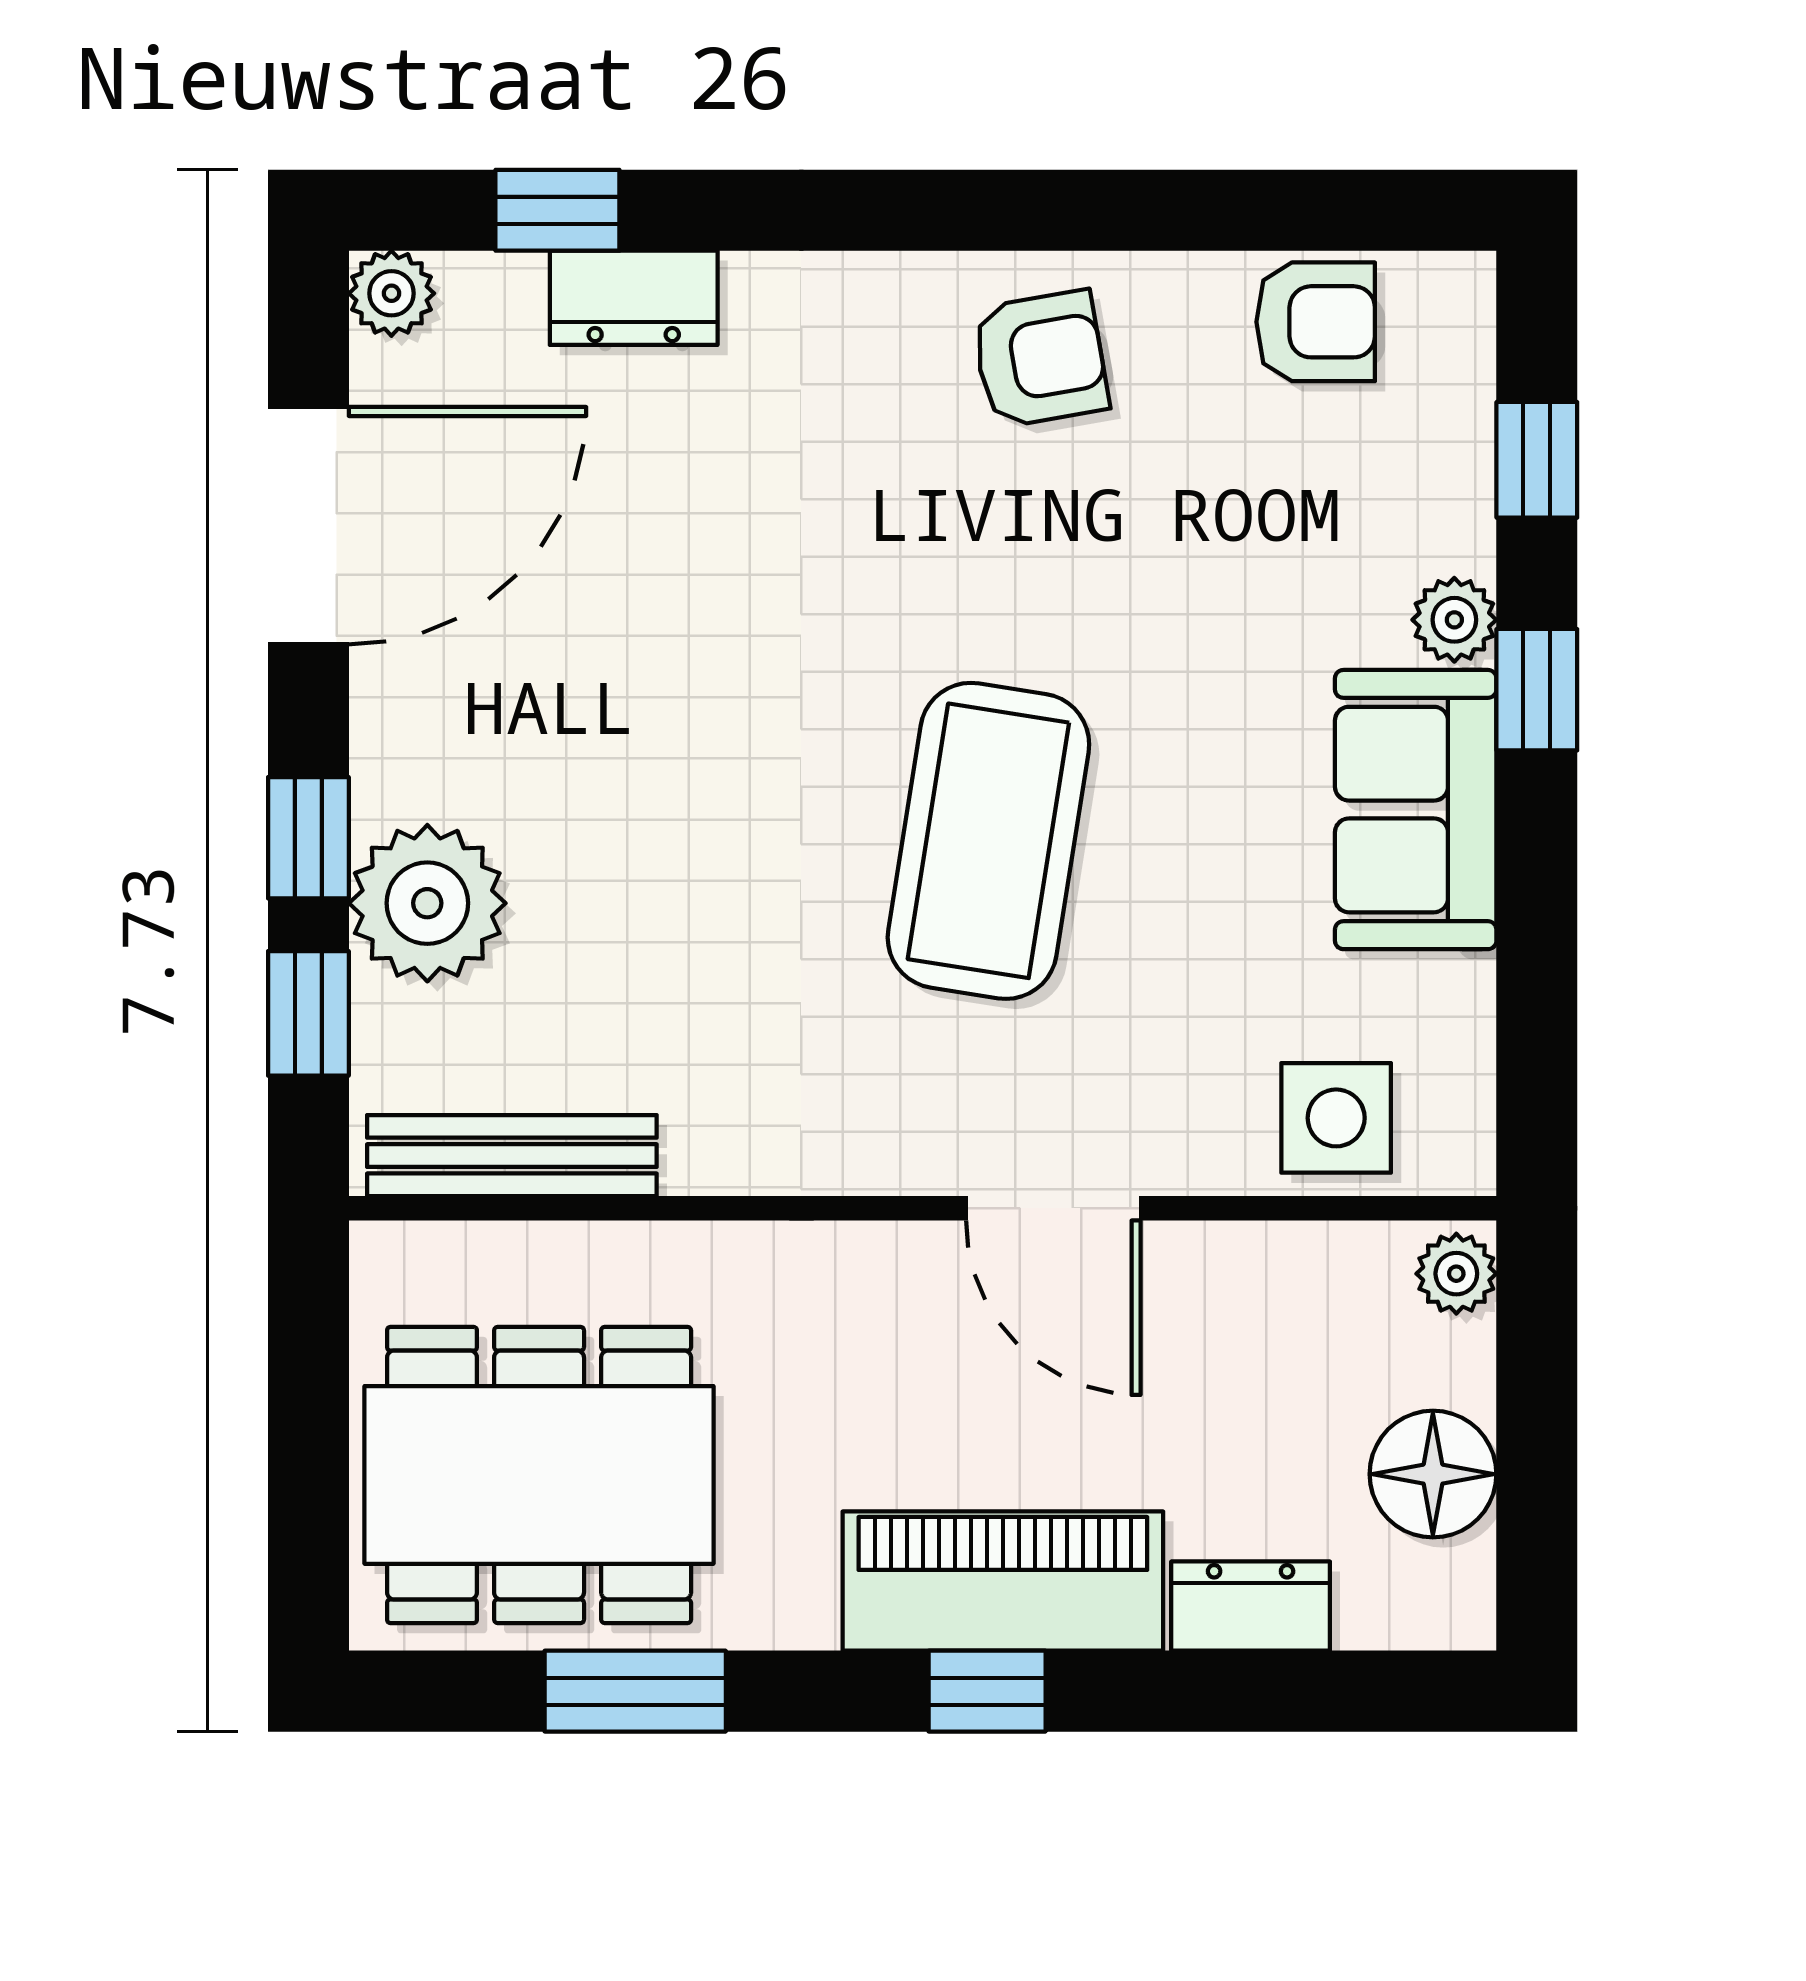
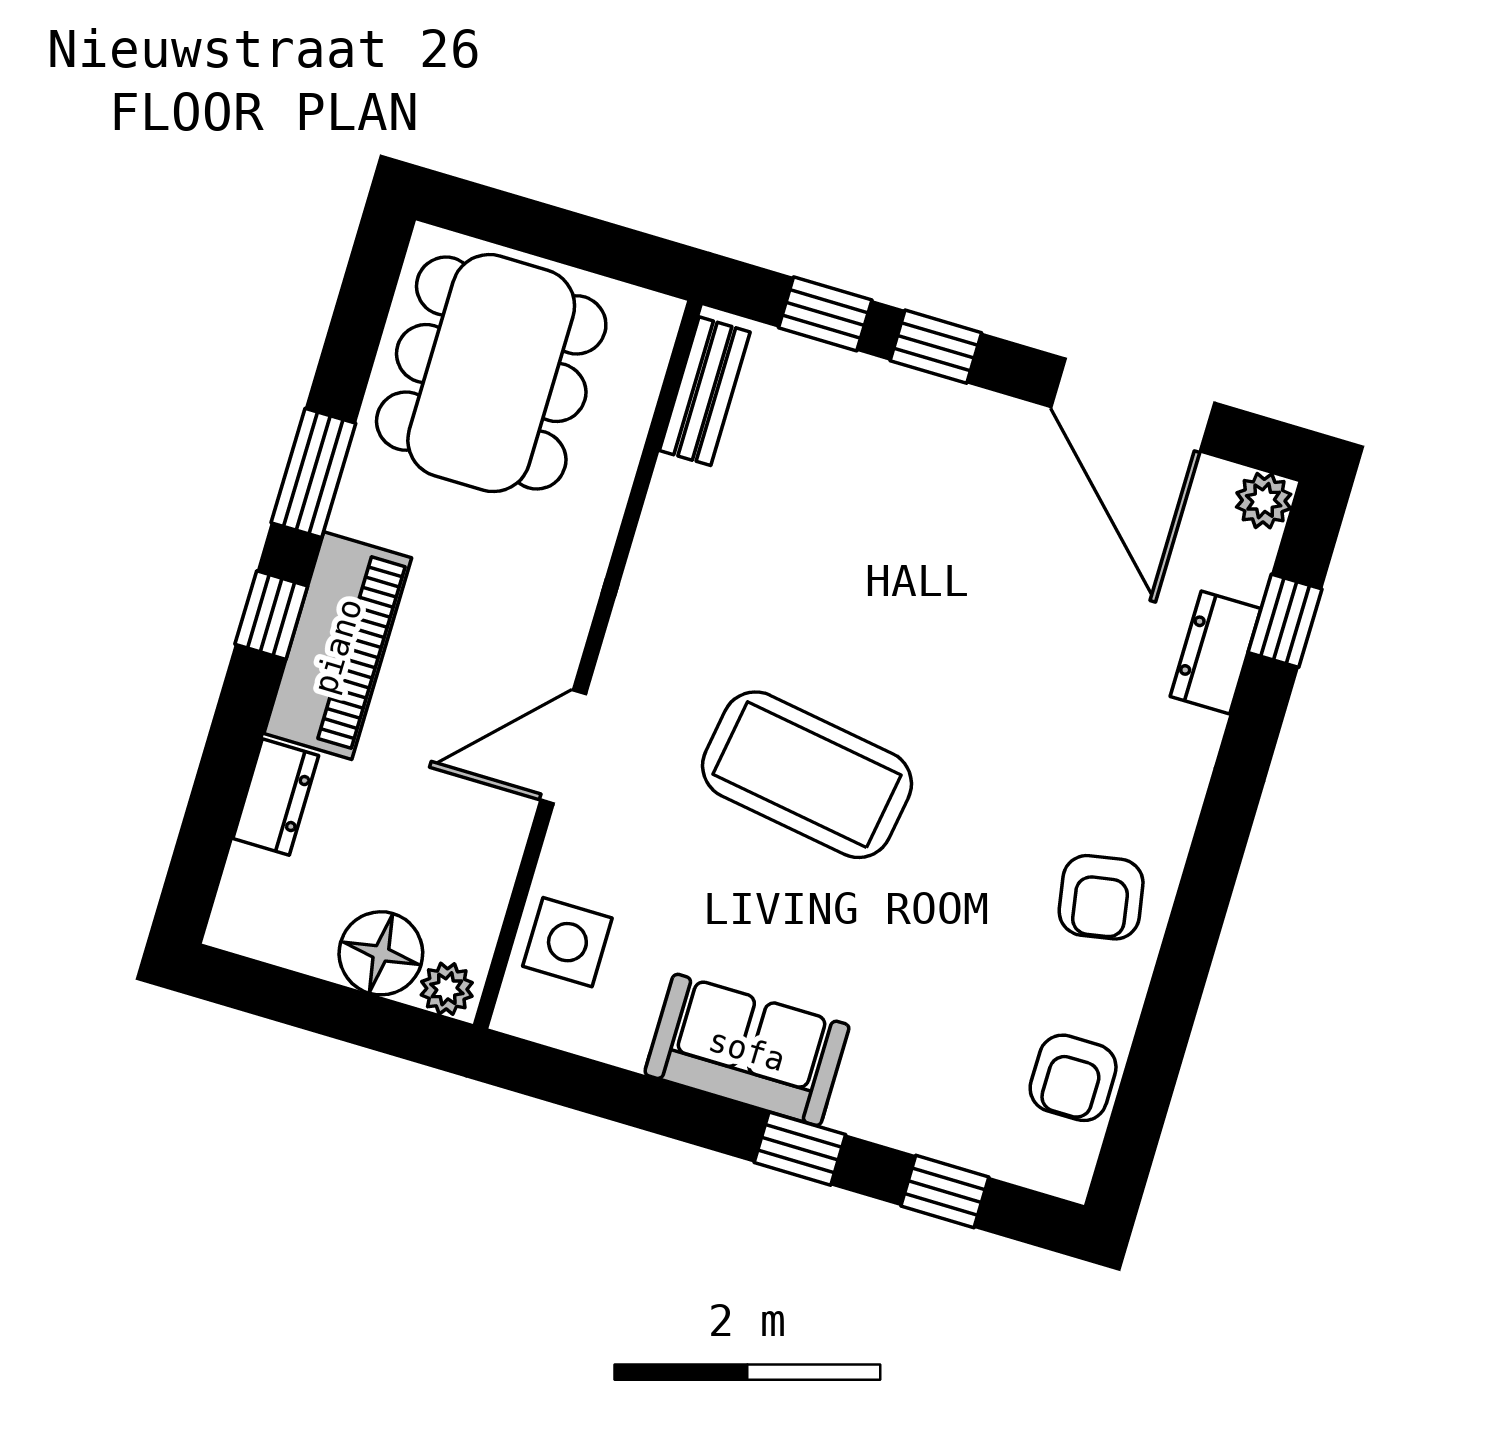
plant: (1454, 620) -> (859, 1110), removed
plant: (427, 903) -> (872, 409), removed
bench: (512, 1156) -> (705, 391), width x0.73
floor lamp: (1433, 1474) -> (381, 953), moved
window: (635, 1691) -> (313, 473), moved

